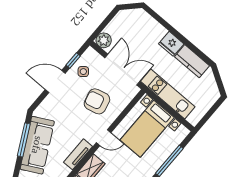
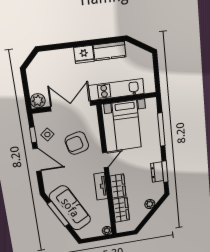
door: (55, 82) -> (37, 160), swing flipped

